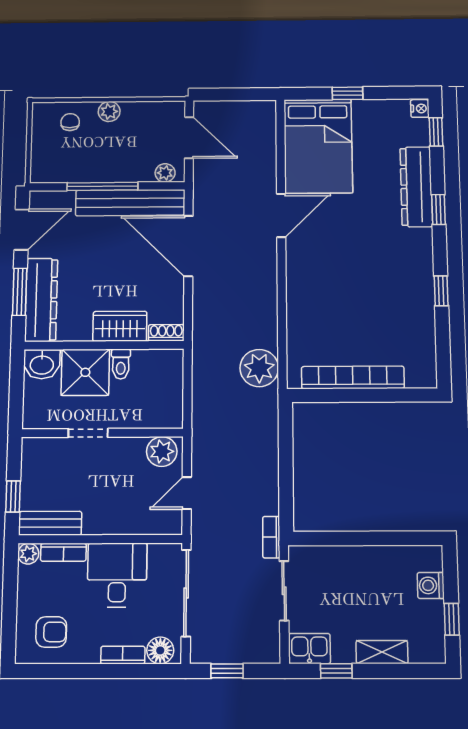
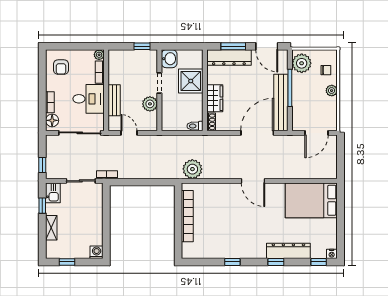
window: (347, 93) -> (341, 216), removed
plant: (165, 173) -> (302, 63), moved, width x1.87, depth x1.87
door: (281, 215) -> (253, 181), moved
washbasin: (42, 364) -> (169, 59), moved, turned 180
toilet: (121, 364) -> (195, 126), moved
plant: (162, 452) -> (150, 104), moved
window: (13, 496) -> (142, 46), moved
bench: (50, 523) -> (114, 100), moved
washing machine: (431, 585) -> (97, 252), moved
window: (227, 671) -> (42, 165), moved

